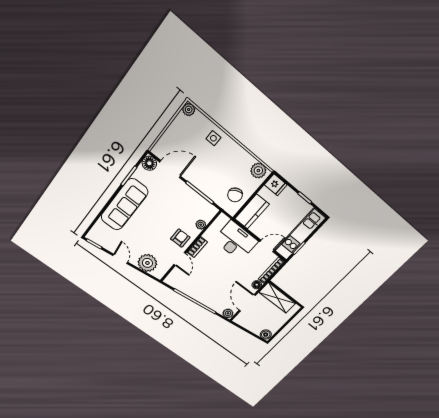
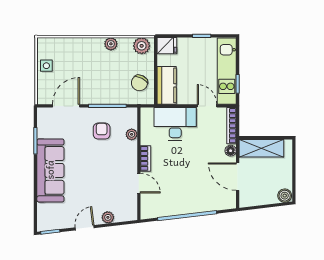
plant: (189, 109) -> (111, 44), moved
side table: (213, 138) -> (46, 66), moved
floor lamp: (149, 163) -> (45, 115), removed
chair: (235, 195) -> (139, 83), turned 53
armchair: (180, 238) -> (102, 131), moved
door: (267, 246) -> (207, 106), hinge flipped
door: (120, 259) -> (85, 228), hinge flipped
plant: (147, 263) -> (108, 217), width x0.53, depth x0.53
plant: (228, 313) -> (229, 203), removed

